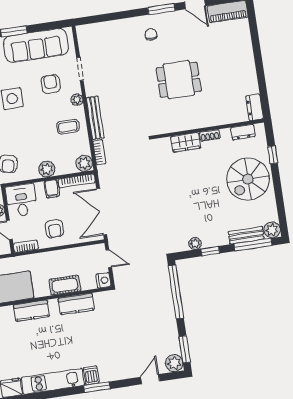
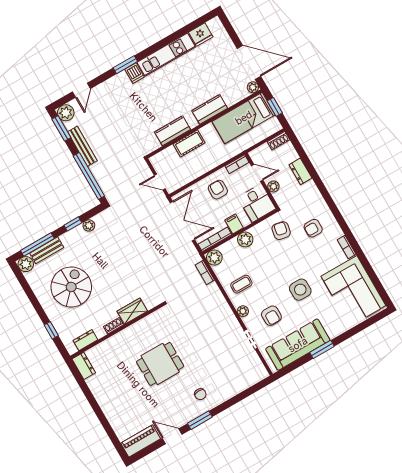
bench: (95, 118) -> (82, 146), moved
spiral stairs: (248, 179) -> (71, 287), moved
nightstand: (103, 280) -> (157, 161), removed

